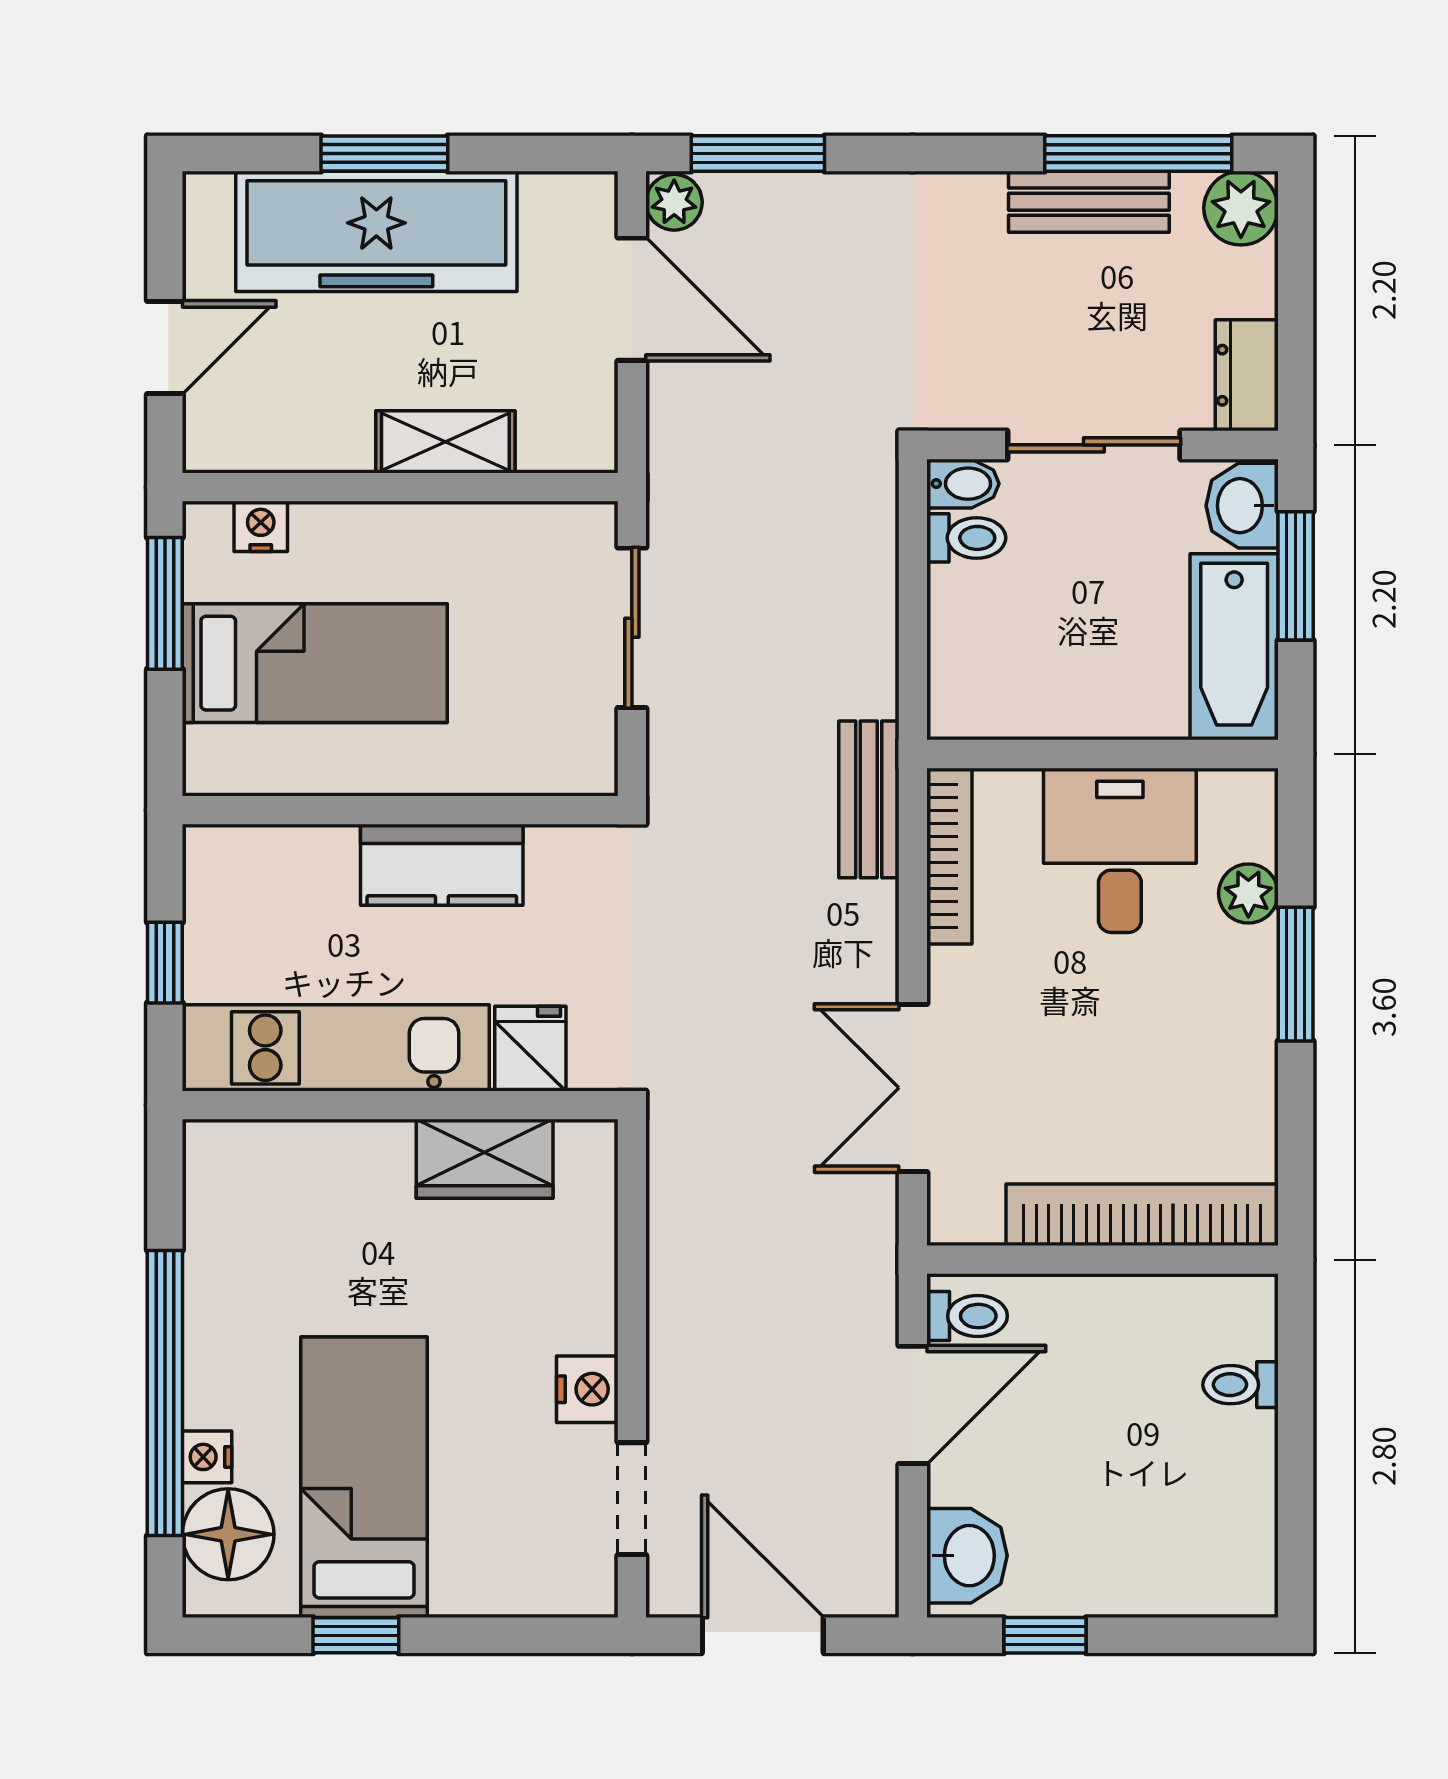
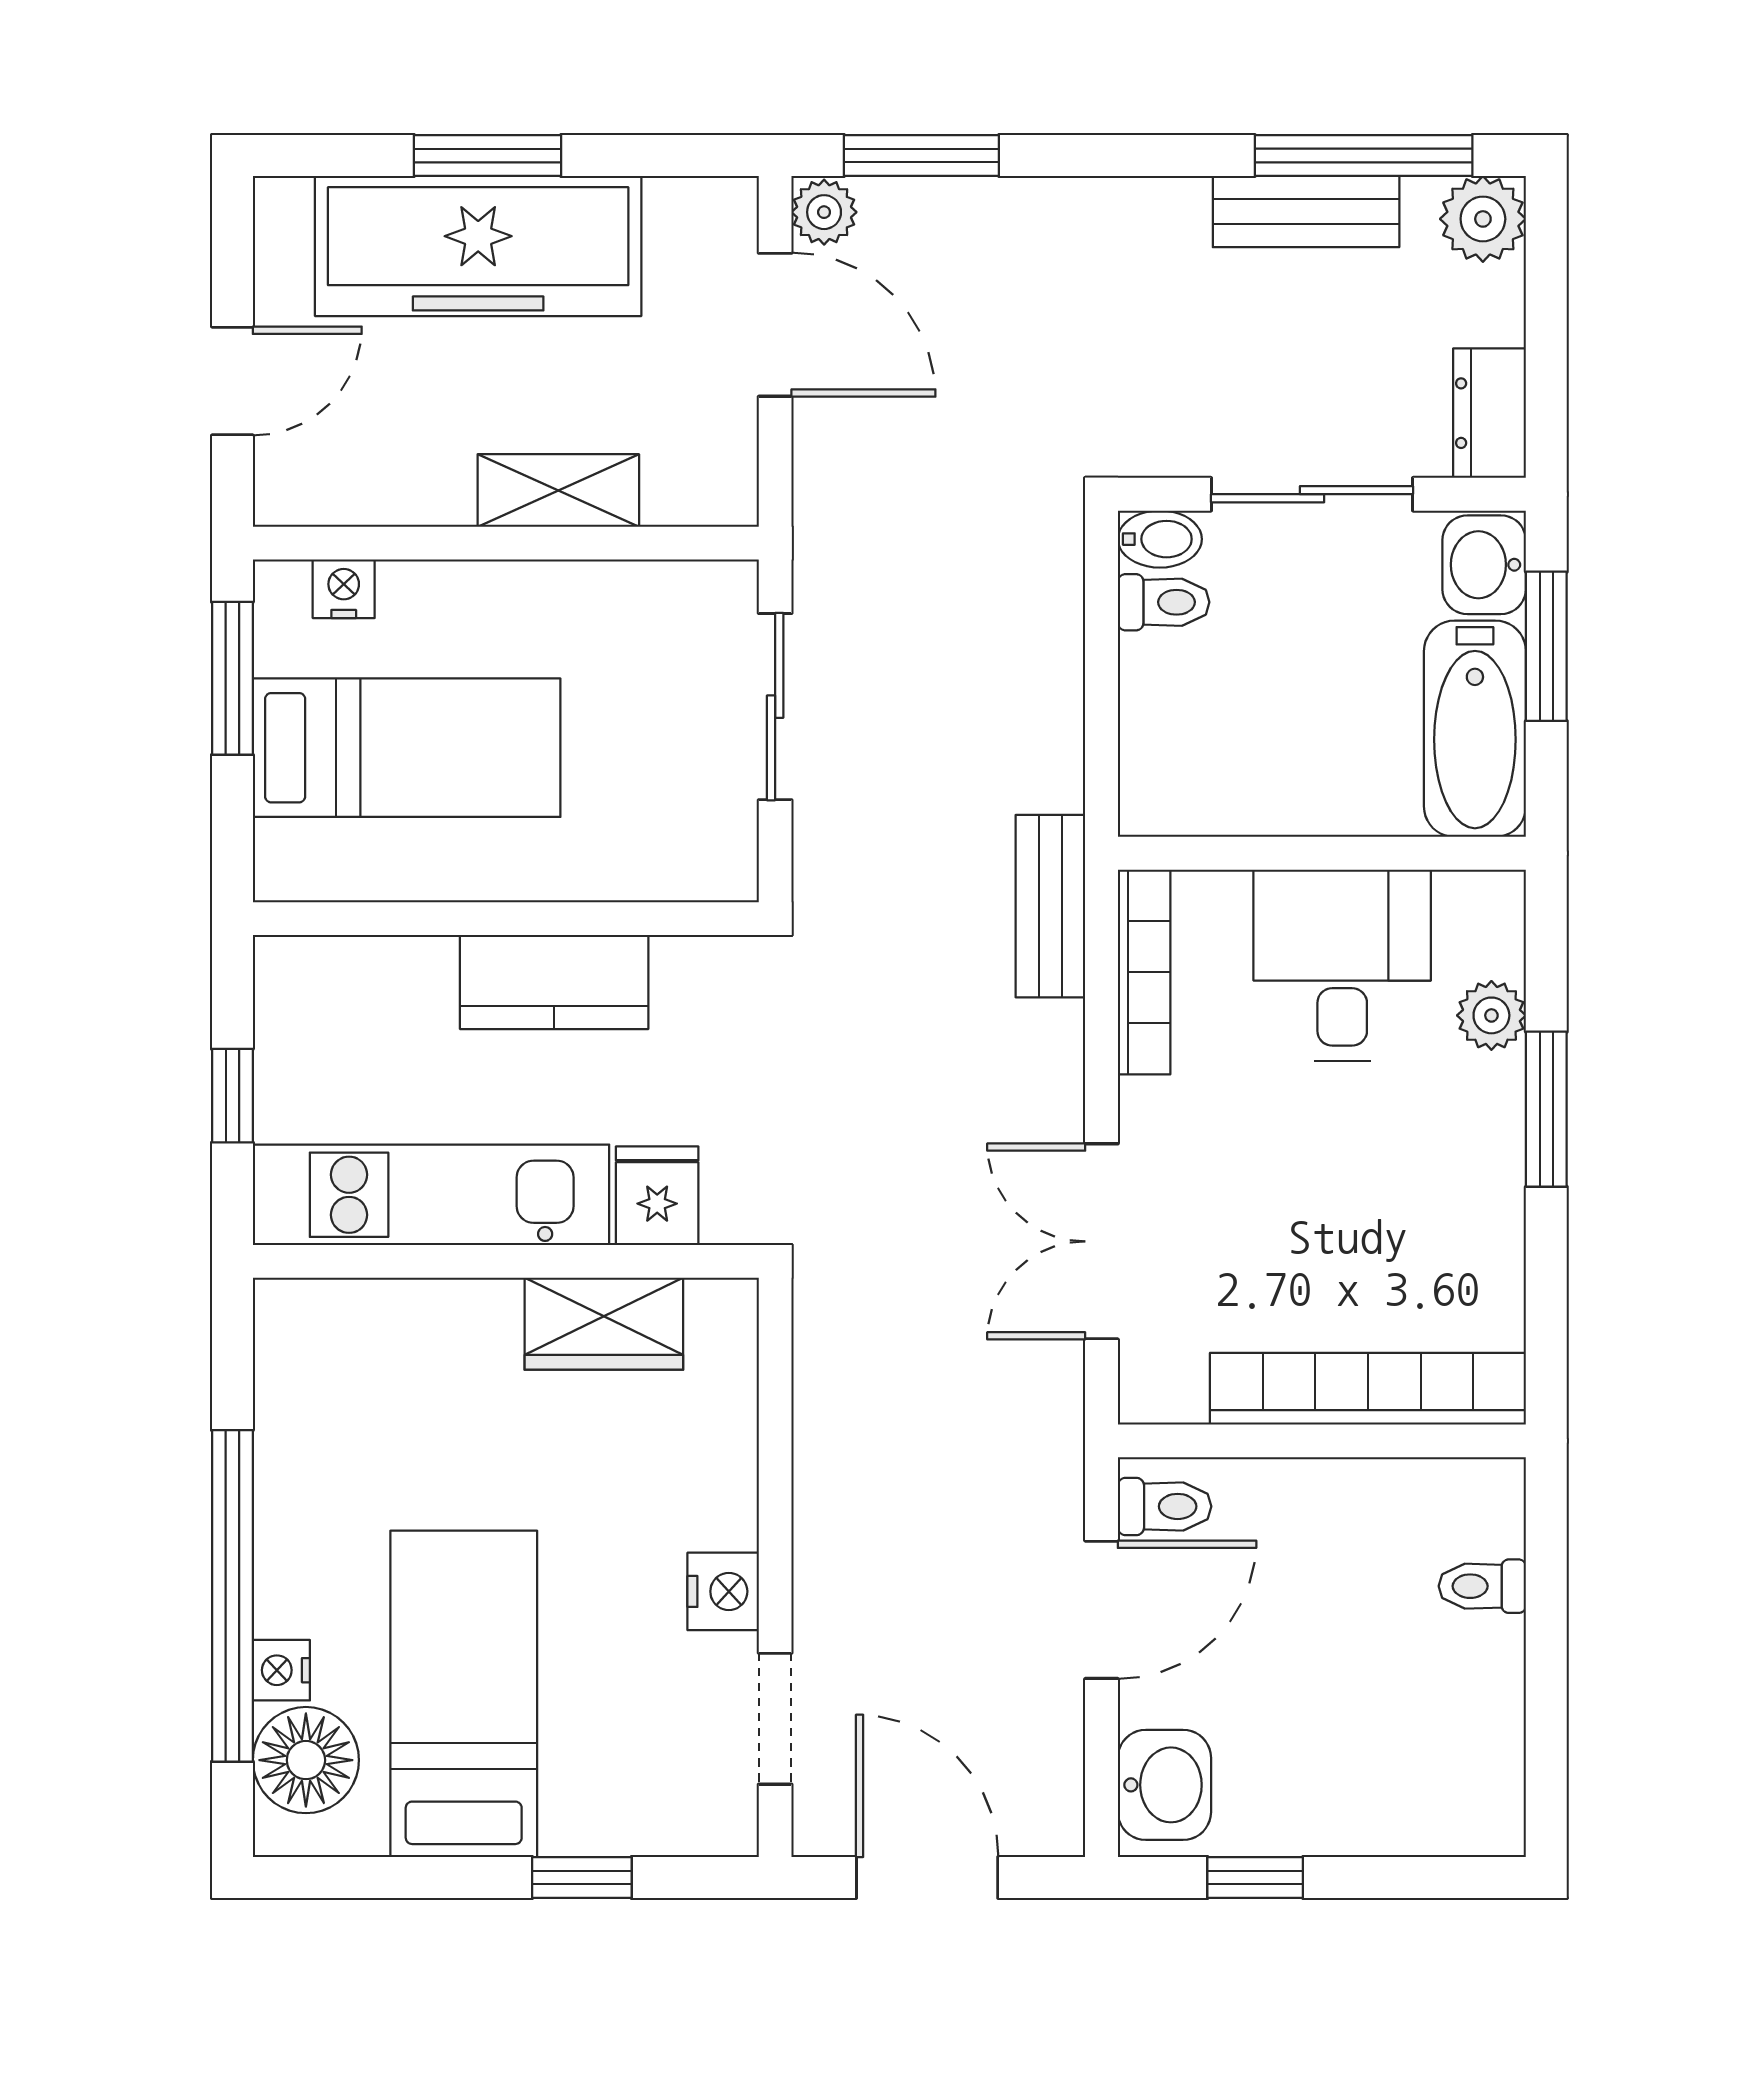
window: (356, 1635) -> (582, 1877), moved

